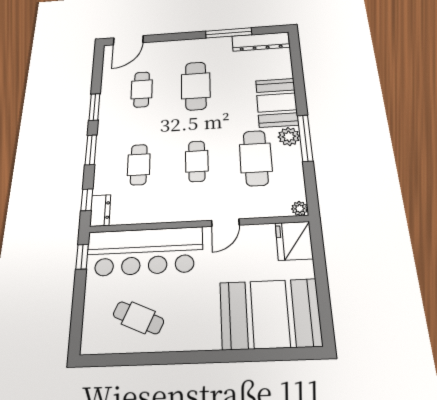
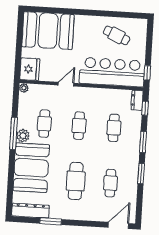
window: (229, 33) -> (51, 221), width x0.69
booth: (277, 103) -> (31, 168), width x1.36, depth x1.42
cafe table: (256, 158) -> (44, 124), width x0.73, depth x0.74

